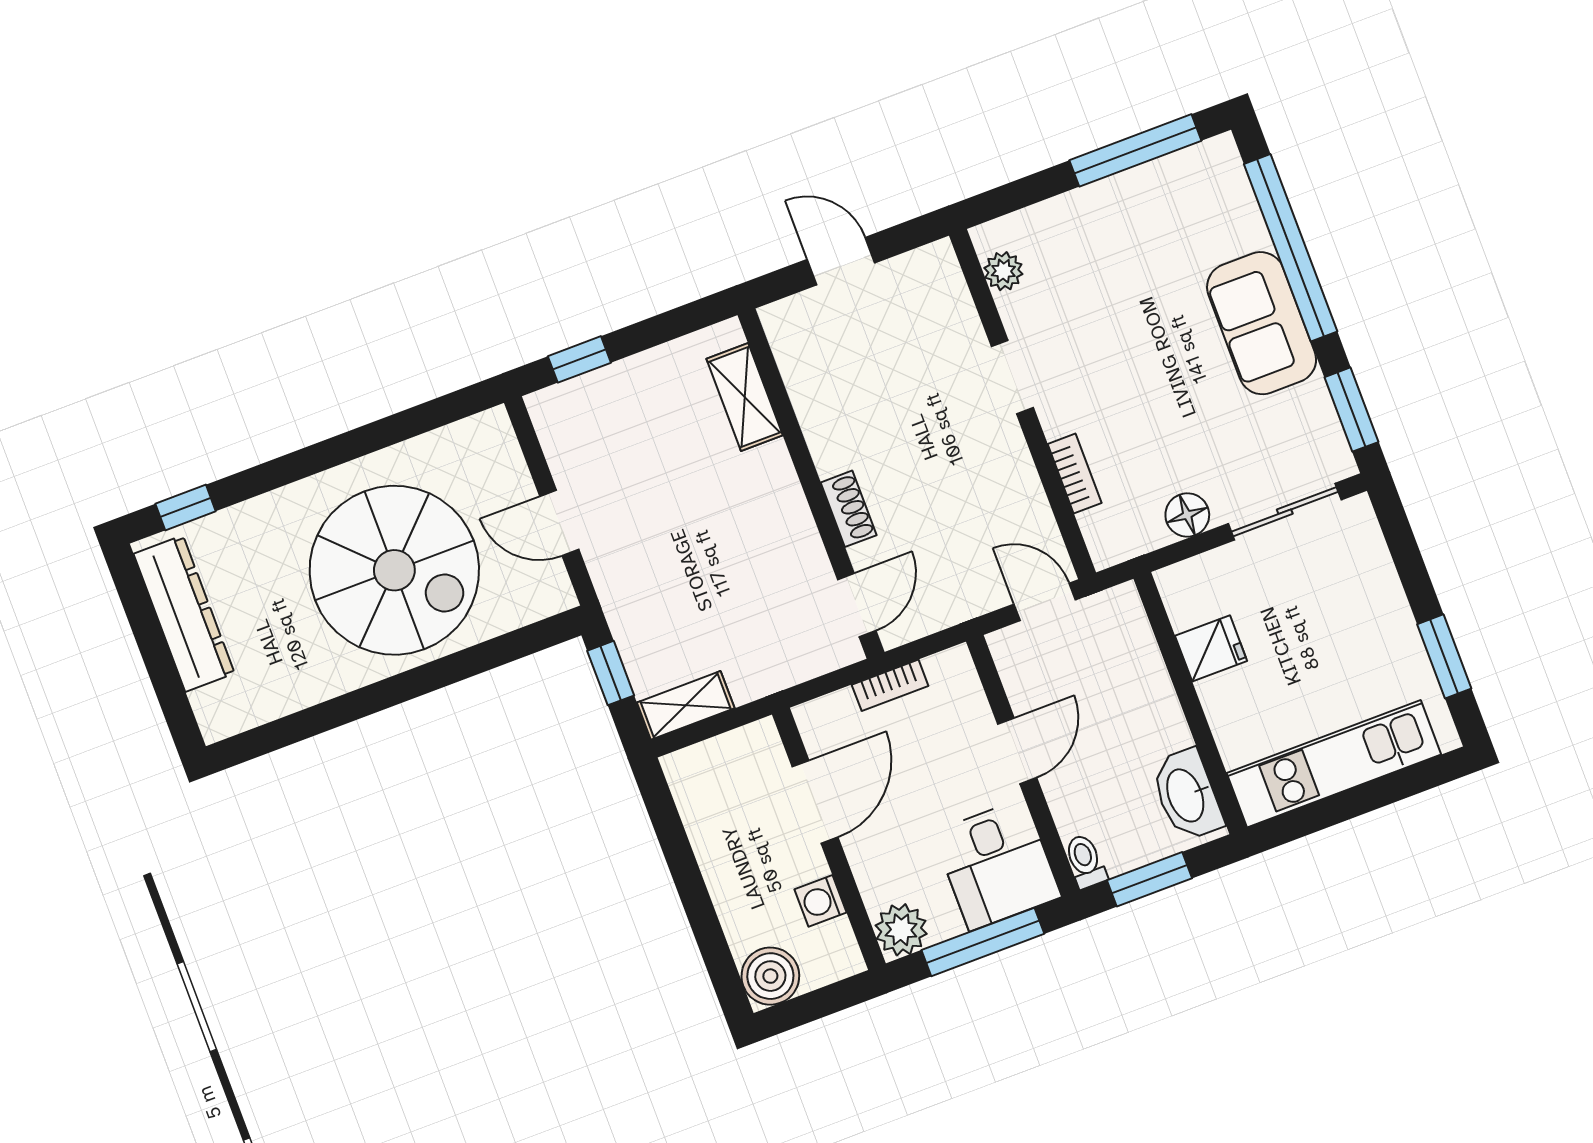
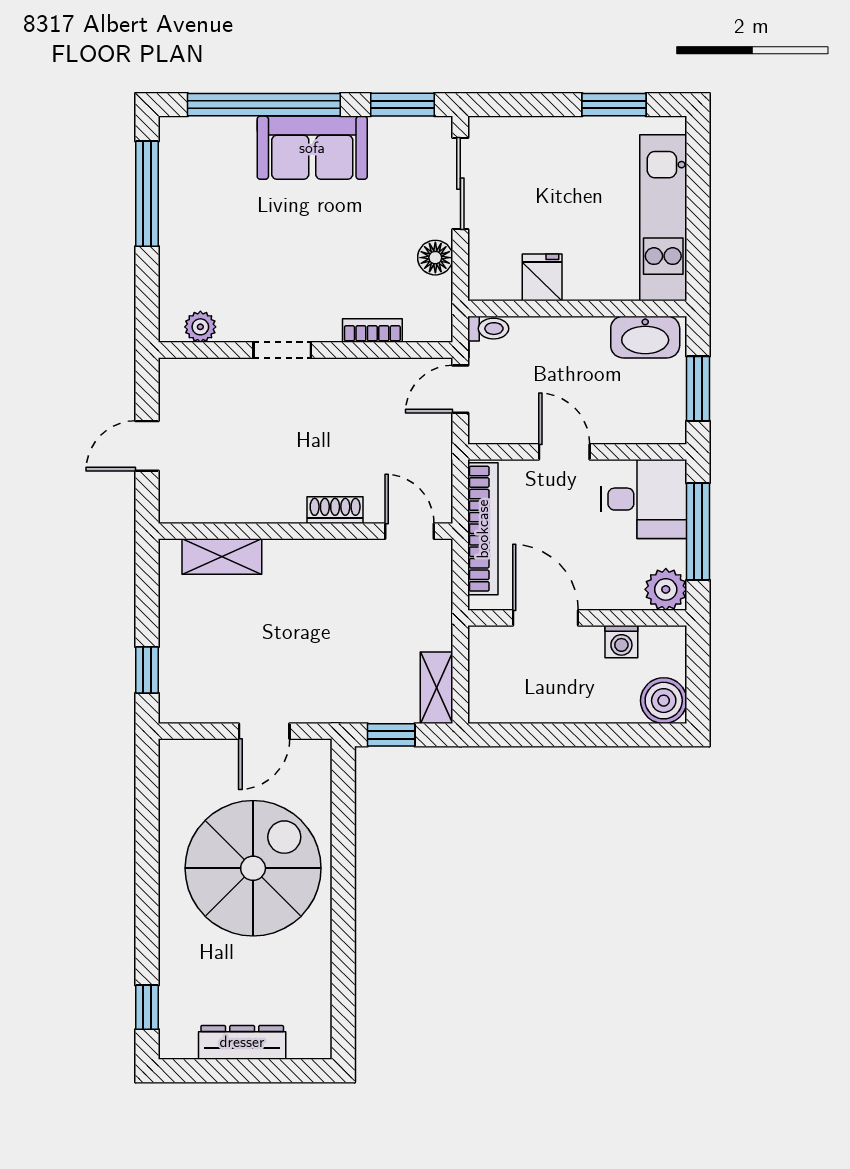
dresser: (184, 614) -> (242, 1042), width x0.73, depth x0.80
bookcase: (890, 685) -> (483, 529), width x2.31, depth x1.31
toilet: (1085, 861) -> (488, 329), moved, turned 180

